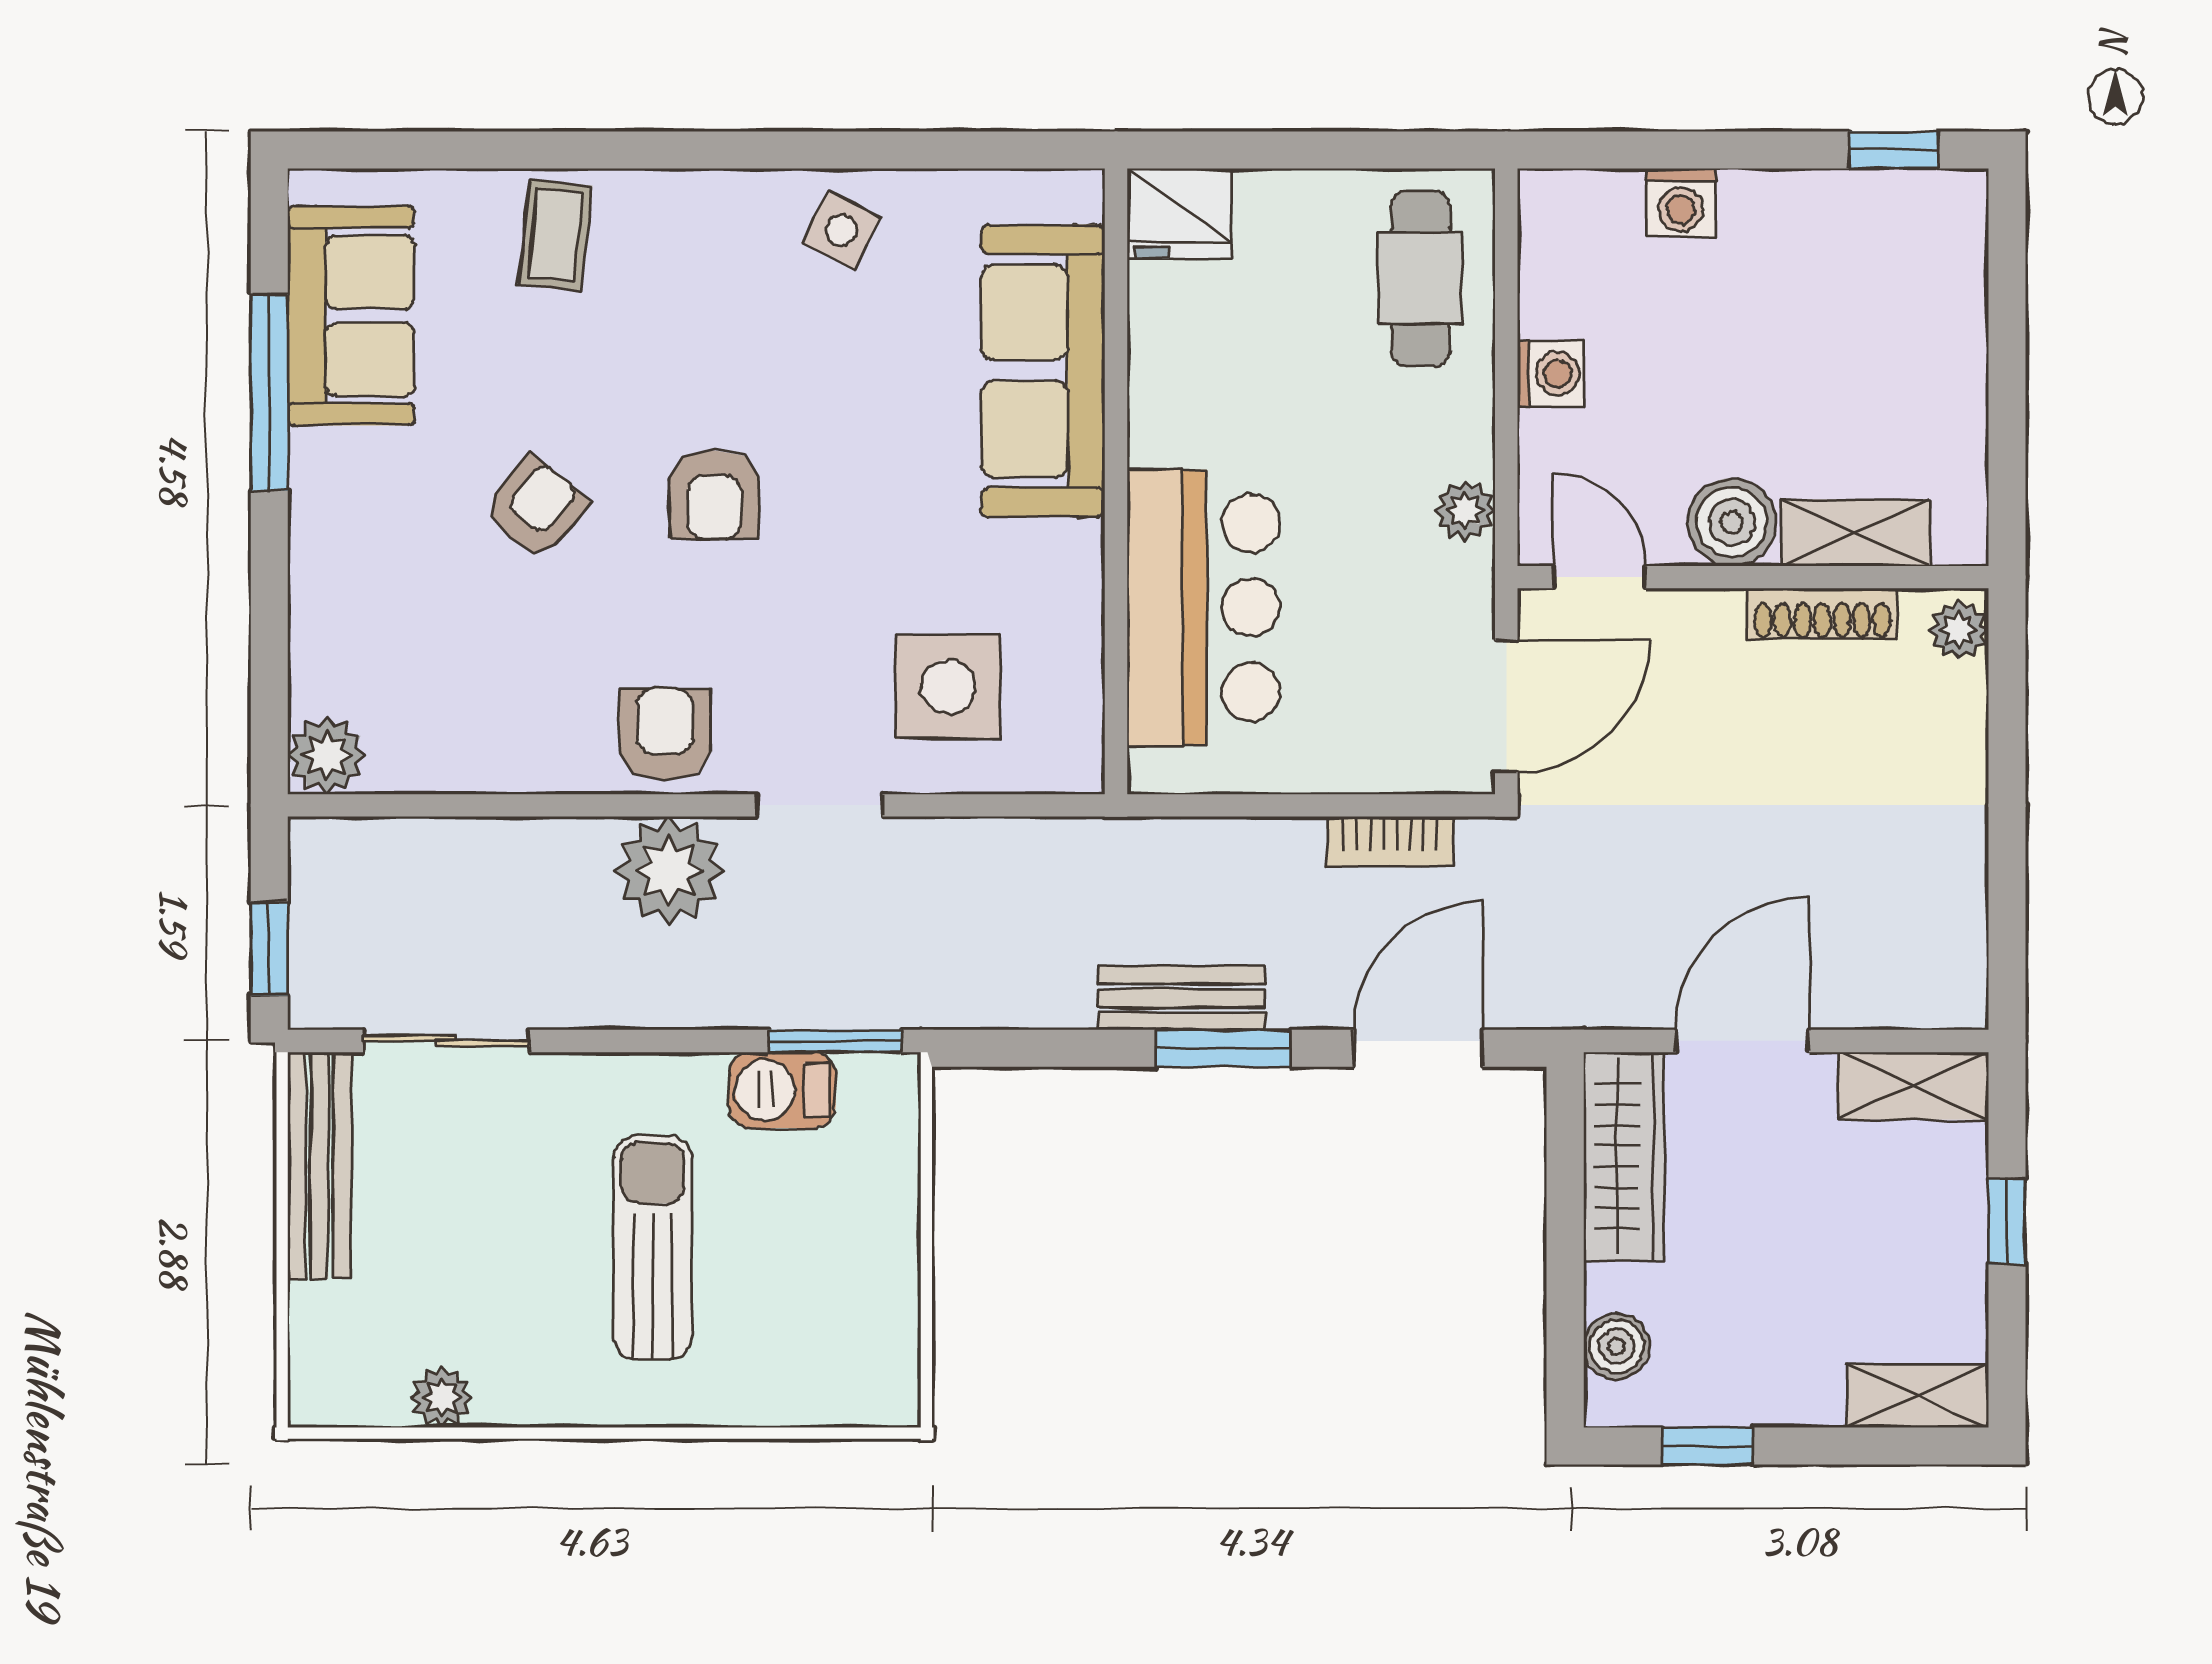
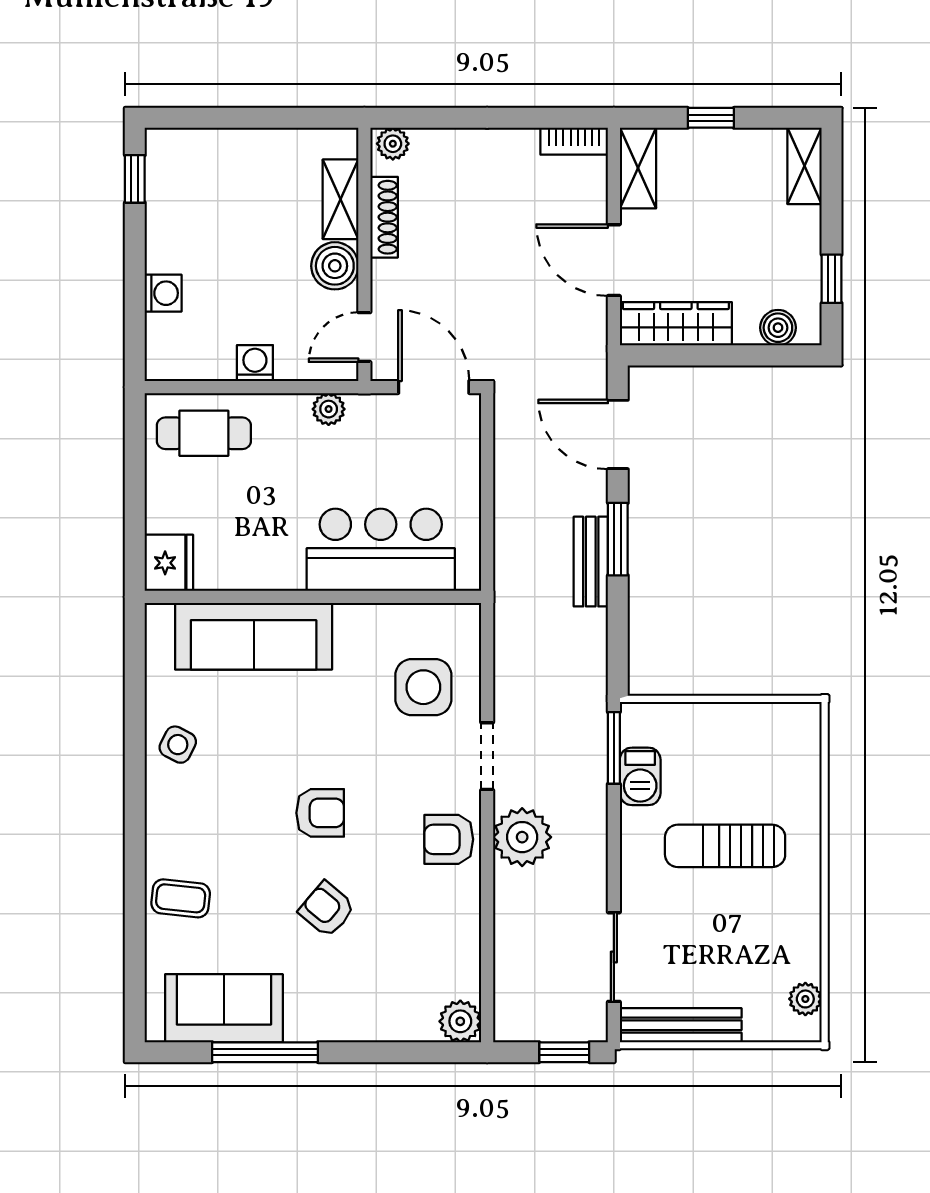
bookcase: (1390, 841) -> (574, 141), moved, turned 90
plant: (442, 1397) -> (805, 999), moved

